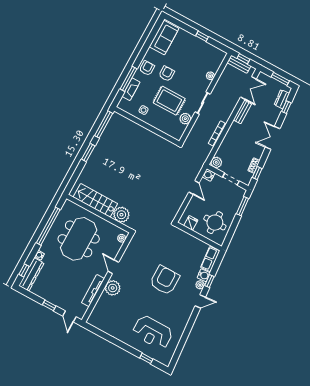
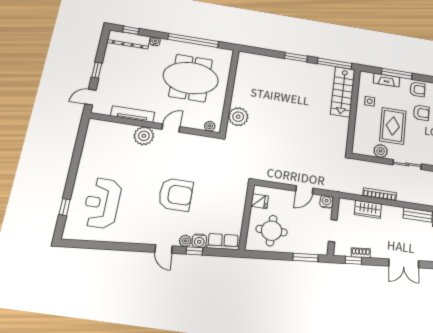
double door: (273, 138) -> (404, 263), swing flipped
wardrobe: (225, 147) -> (368, 209), added
plant: (216, 162) -> (345, 205), removed
stairs: (95, 200) -> (343, 92), moved, turned 180

